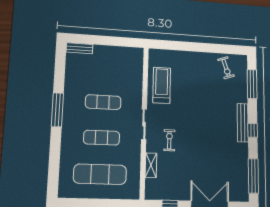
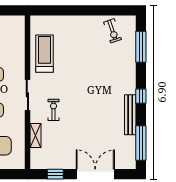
bench: (243, 123) -> (130, 115), moved

